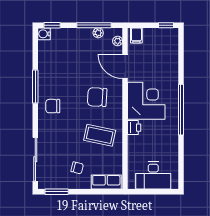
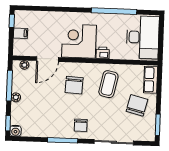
plant: (98, 33) -> (16, 97), moved
filing cabinet: (136, 35) -> (21, 33), moved
window: (181, 110) -> (114, 11), moved
sliding door: (35, 159) -> (114, 142), moved
chair: (77, 168) -> (137, 105), width x1.87, depth x1.87
desk: (153, 175) -> (143, 37), width x1.36, depth x1.30

